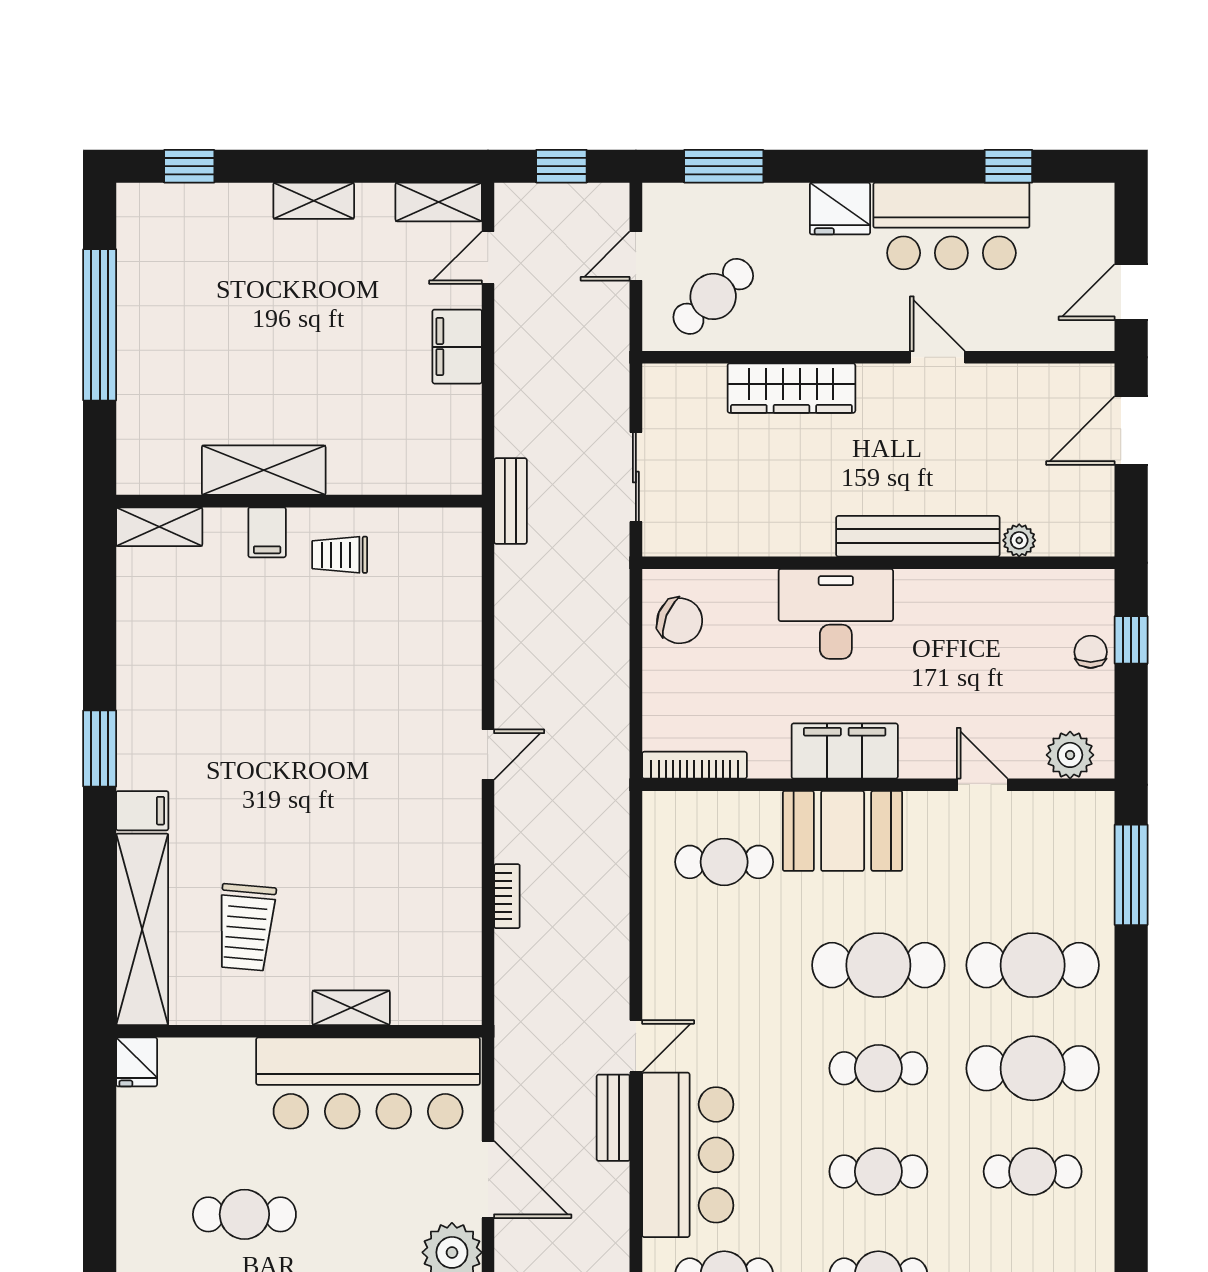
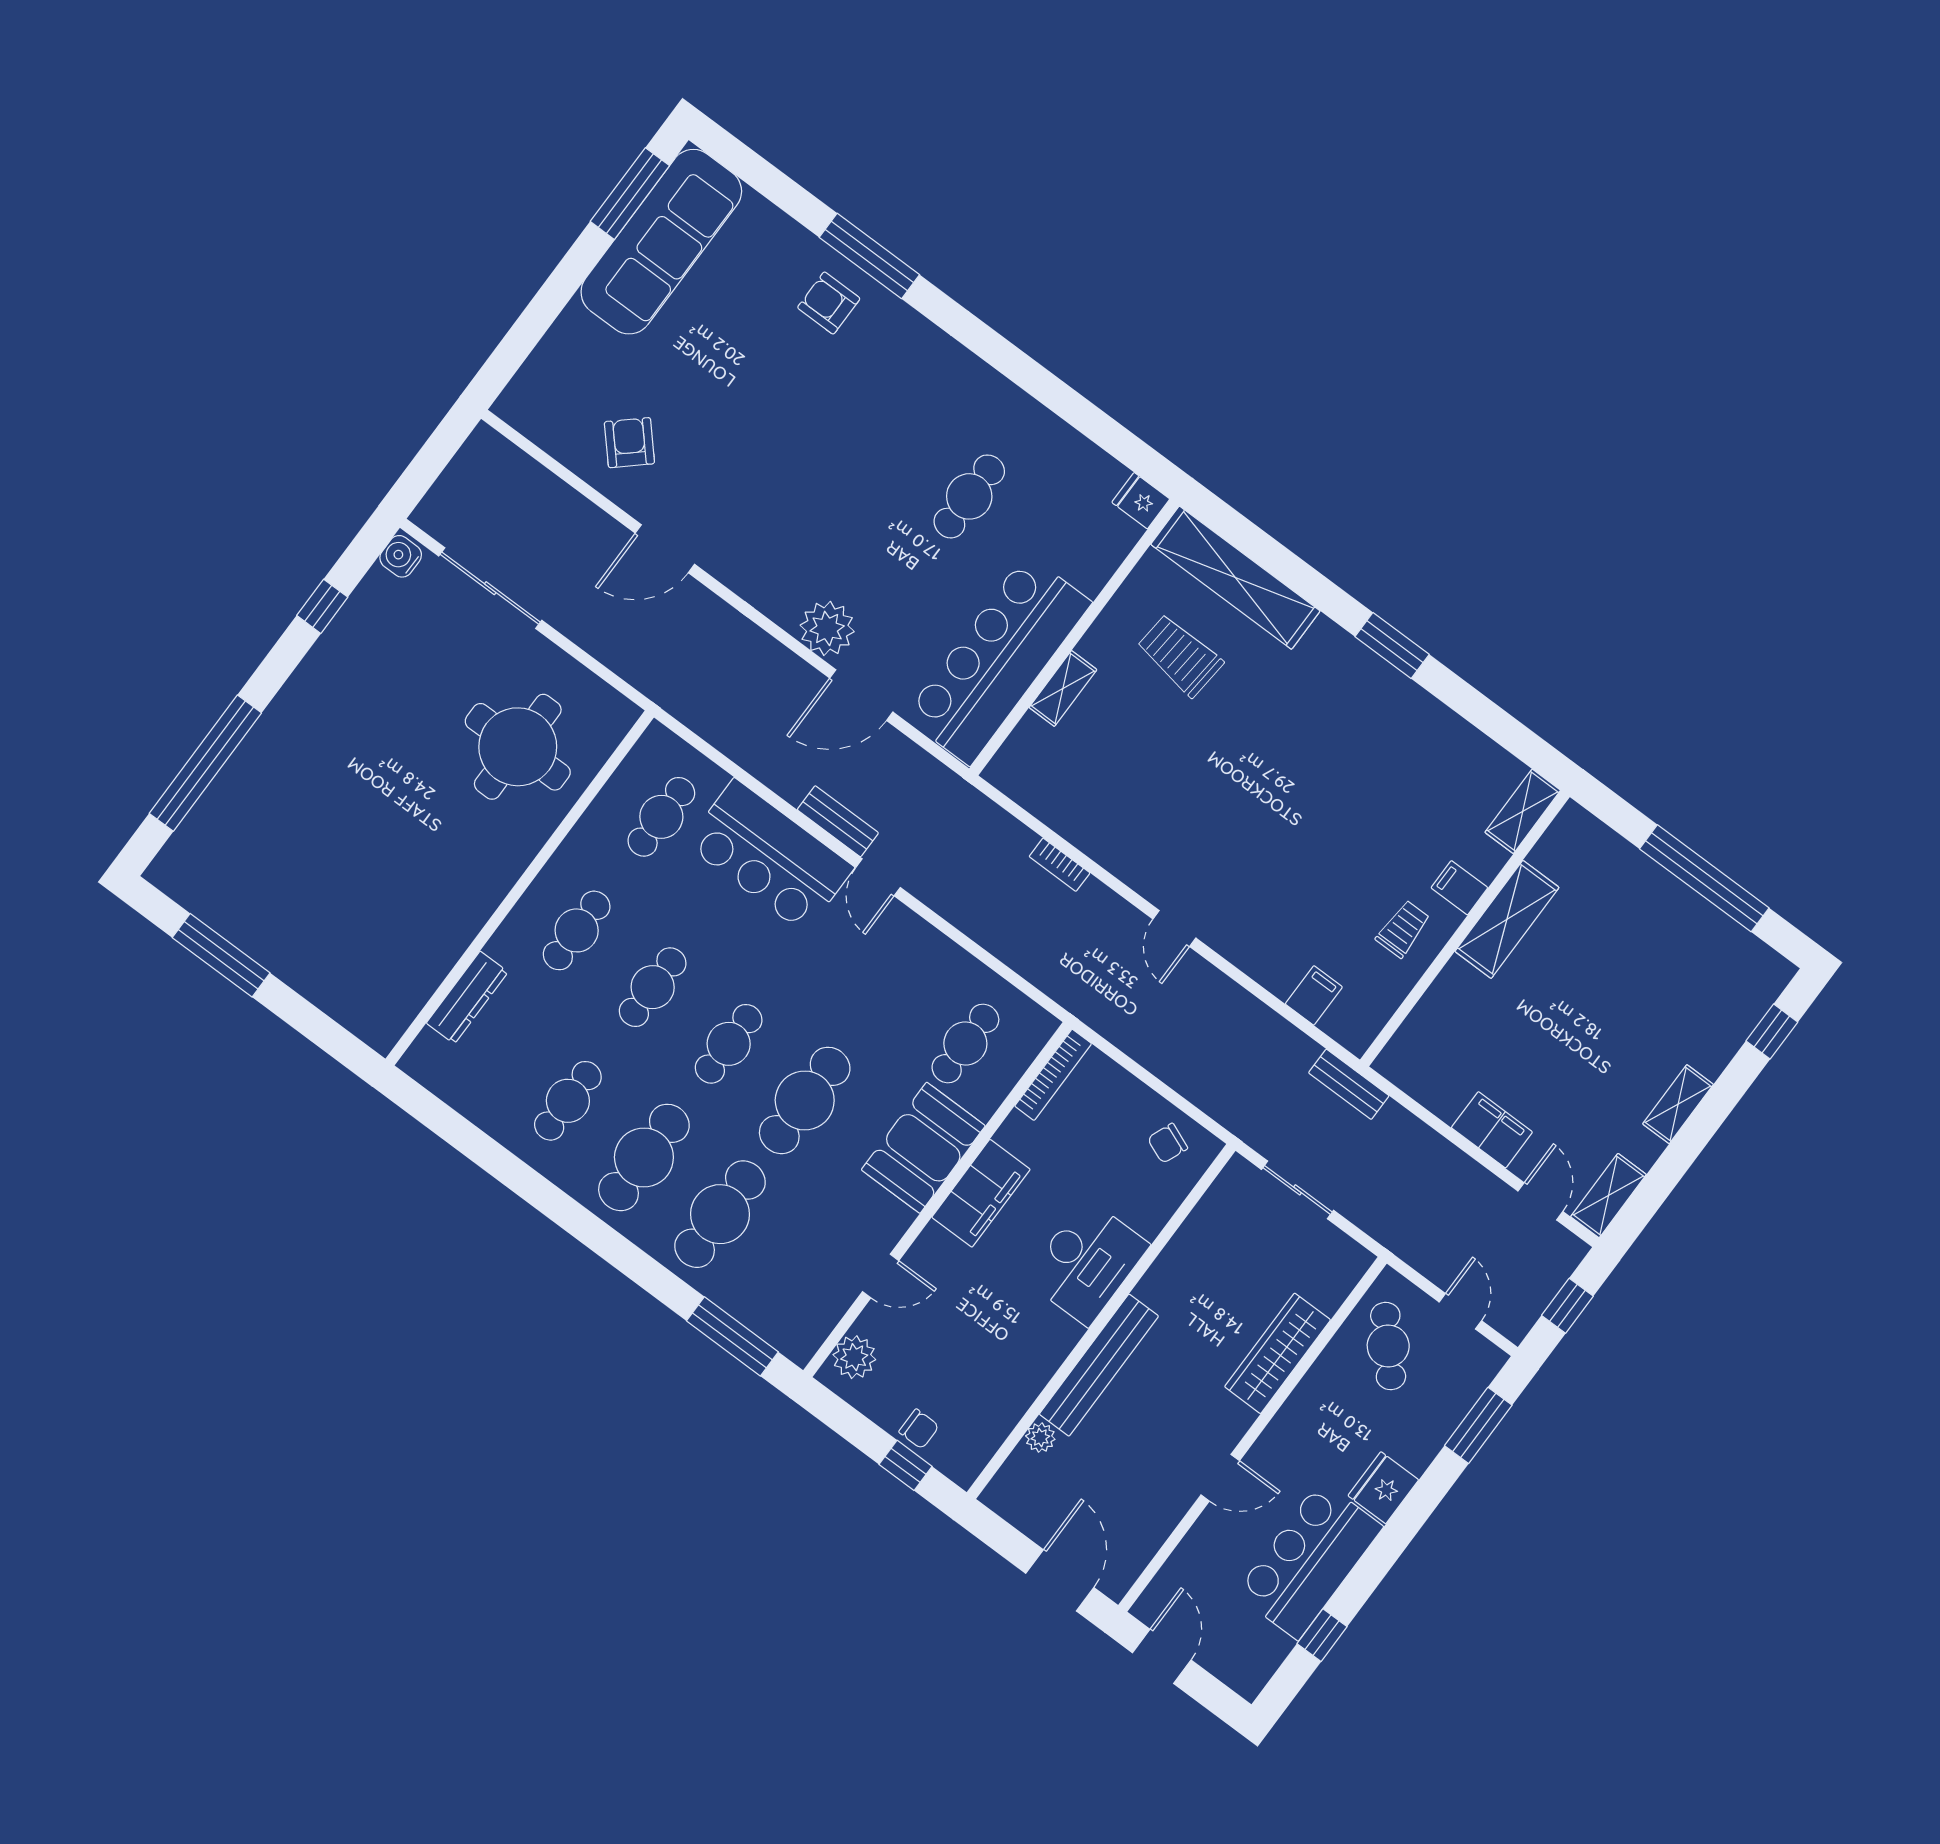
chair: (680, 621) -> (1168, 1143), width x0.73, depth x0.73
filing cabinet: (142, 811) -> (1314, 995), moved, turned 180

